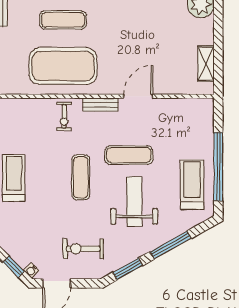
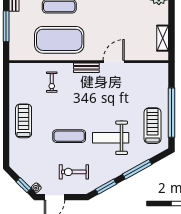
exercise bike: (64, 116) -> (52, 82), moved
exercise mat: (129, 155) -> (107, 104), removed
exercise mat: (81, 177) -> (69, 136), moved, turned 90
weight bench: (134, 201) -> (111, 138), turned -90

